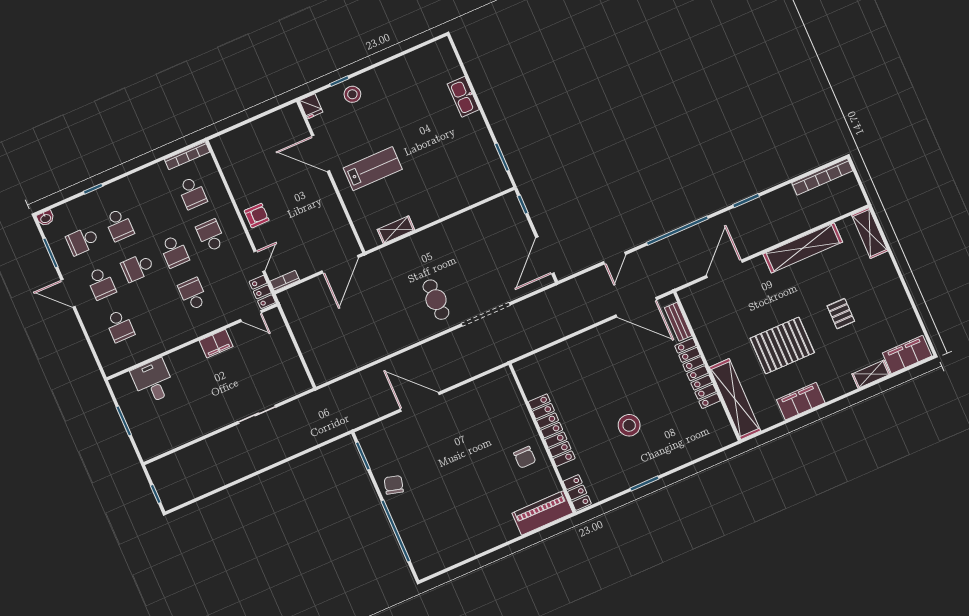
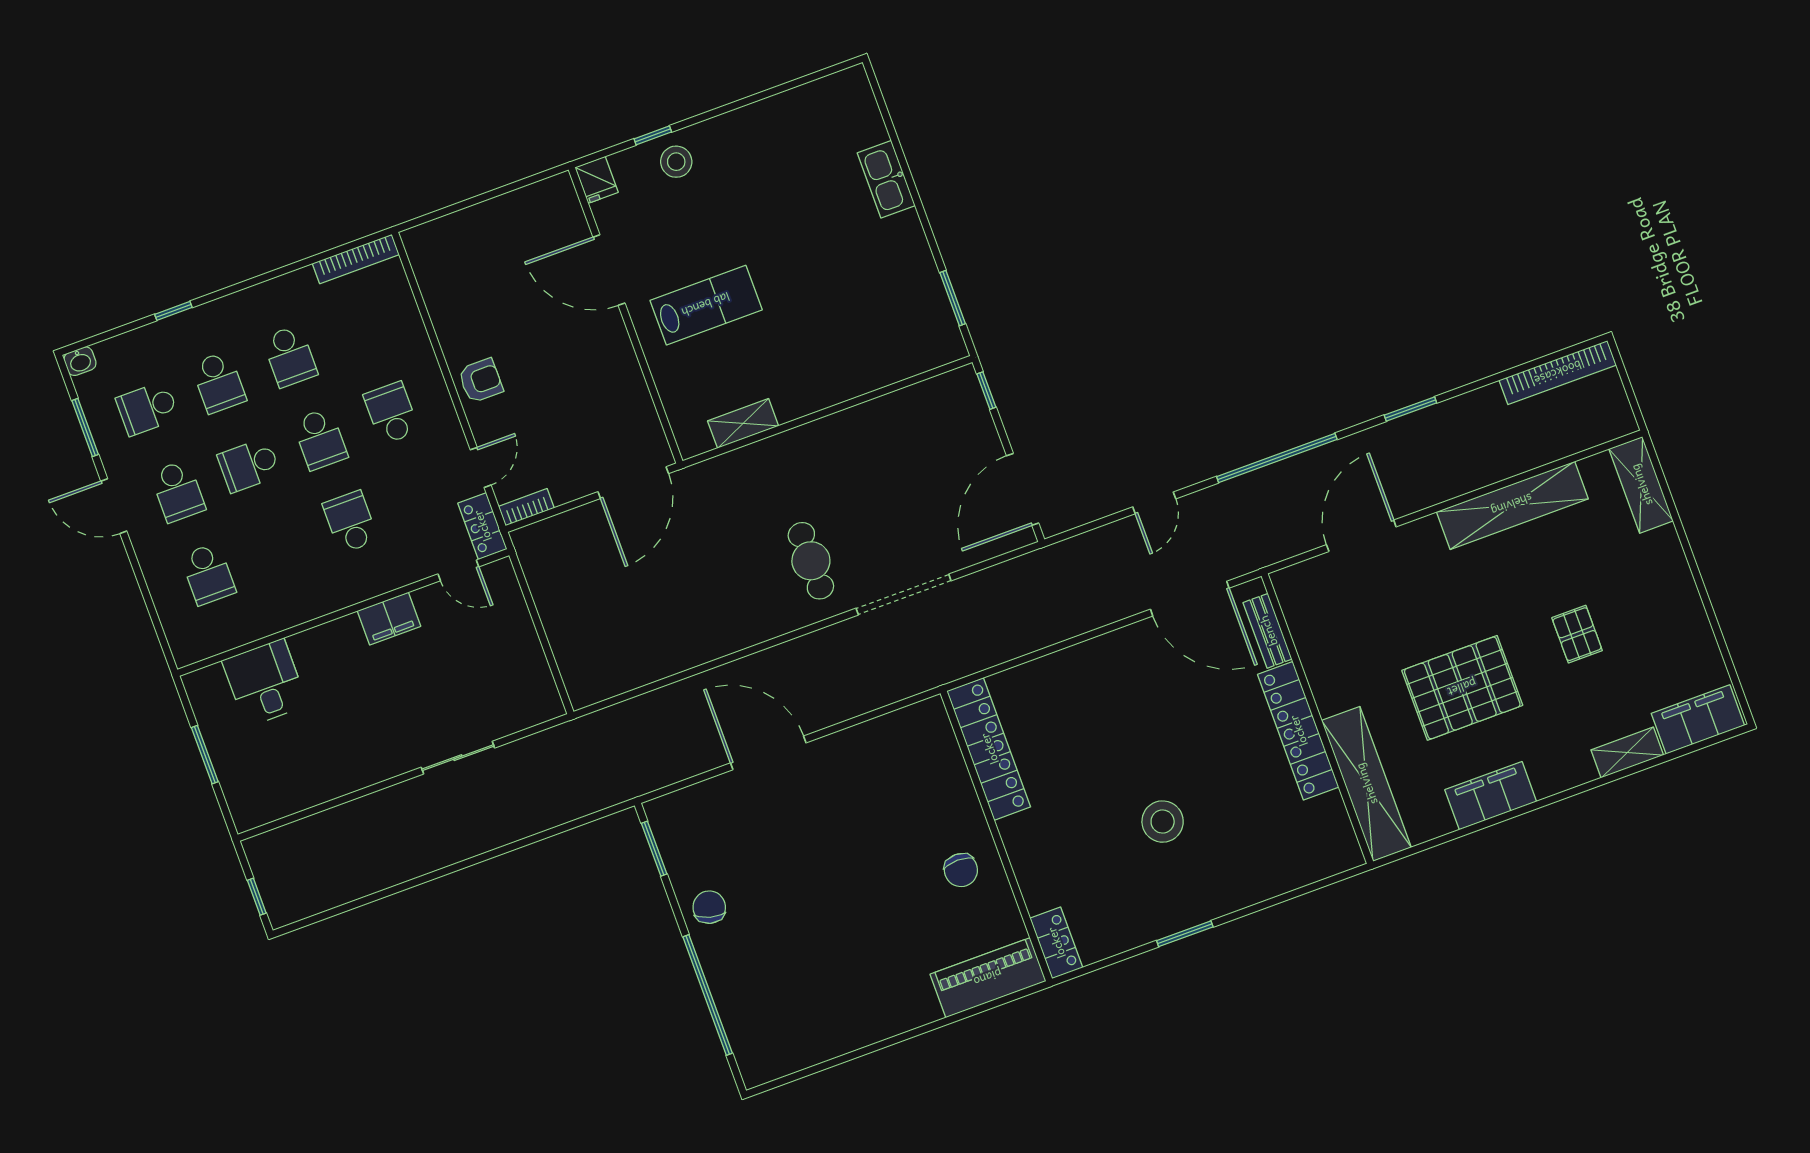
school desk: (192, 193) -> (290, 356), moved
locker: (552, 430) -> (989, 749), moved

